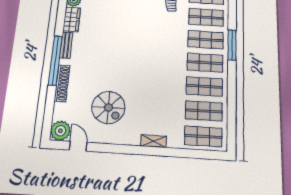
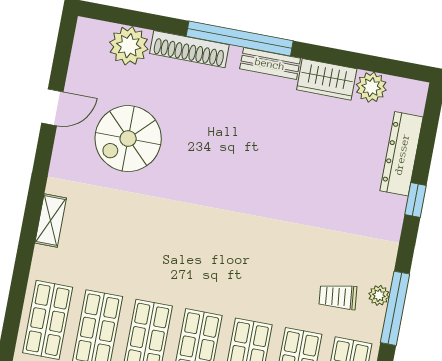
plant: (60, 131) -> (129, 46), moved
door: (78, 146) -> (52, 107), moved

